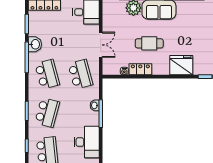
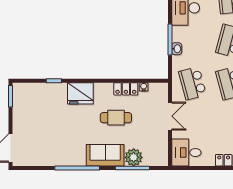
double door: (101, 45) -> (170, 116), swing flipped

